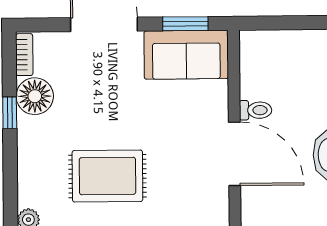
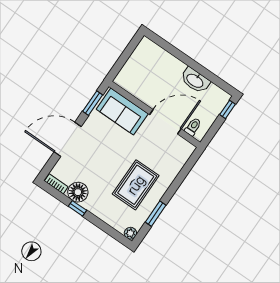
sofa: (186, 55) -> (122, 112), moved, turned 90
toilet: (256, 110) -> (193, 127), moved

